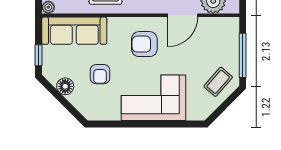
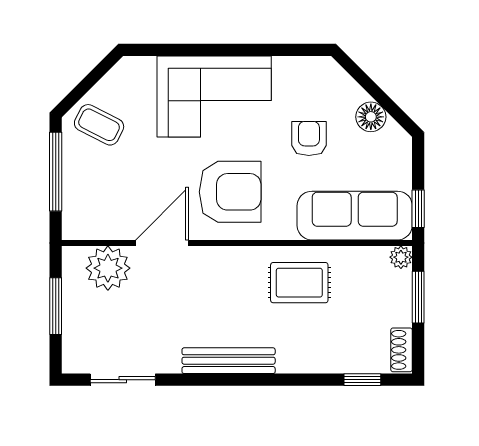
armchair: (144, 44) -> (230, 192), width x1.36, depth x1.36
window: (39, 55) -> (418, 209), moved
coffee table: (218, 82) -> (99, 125), turned 76

